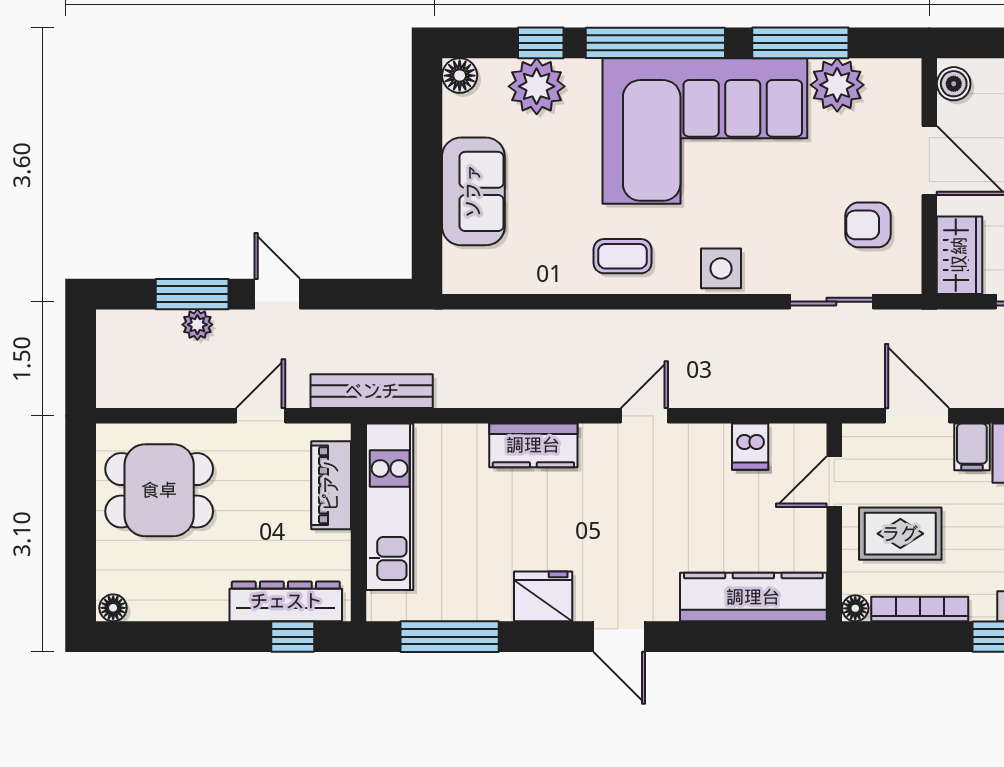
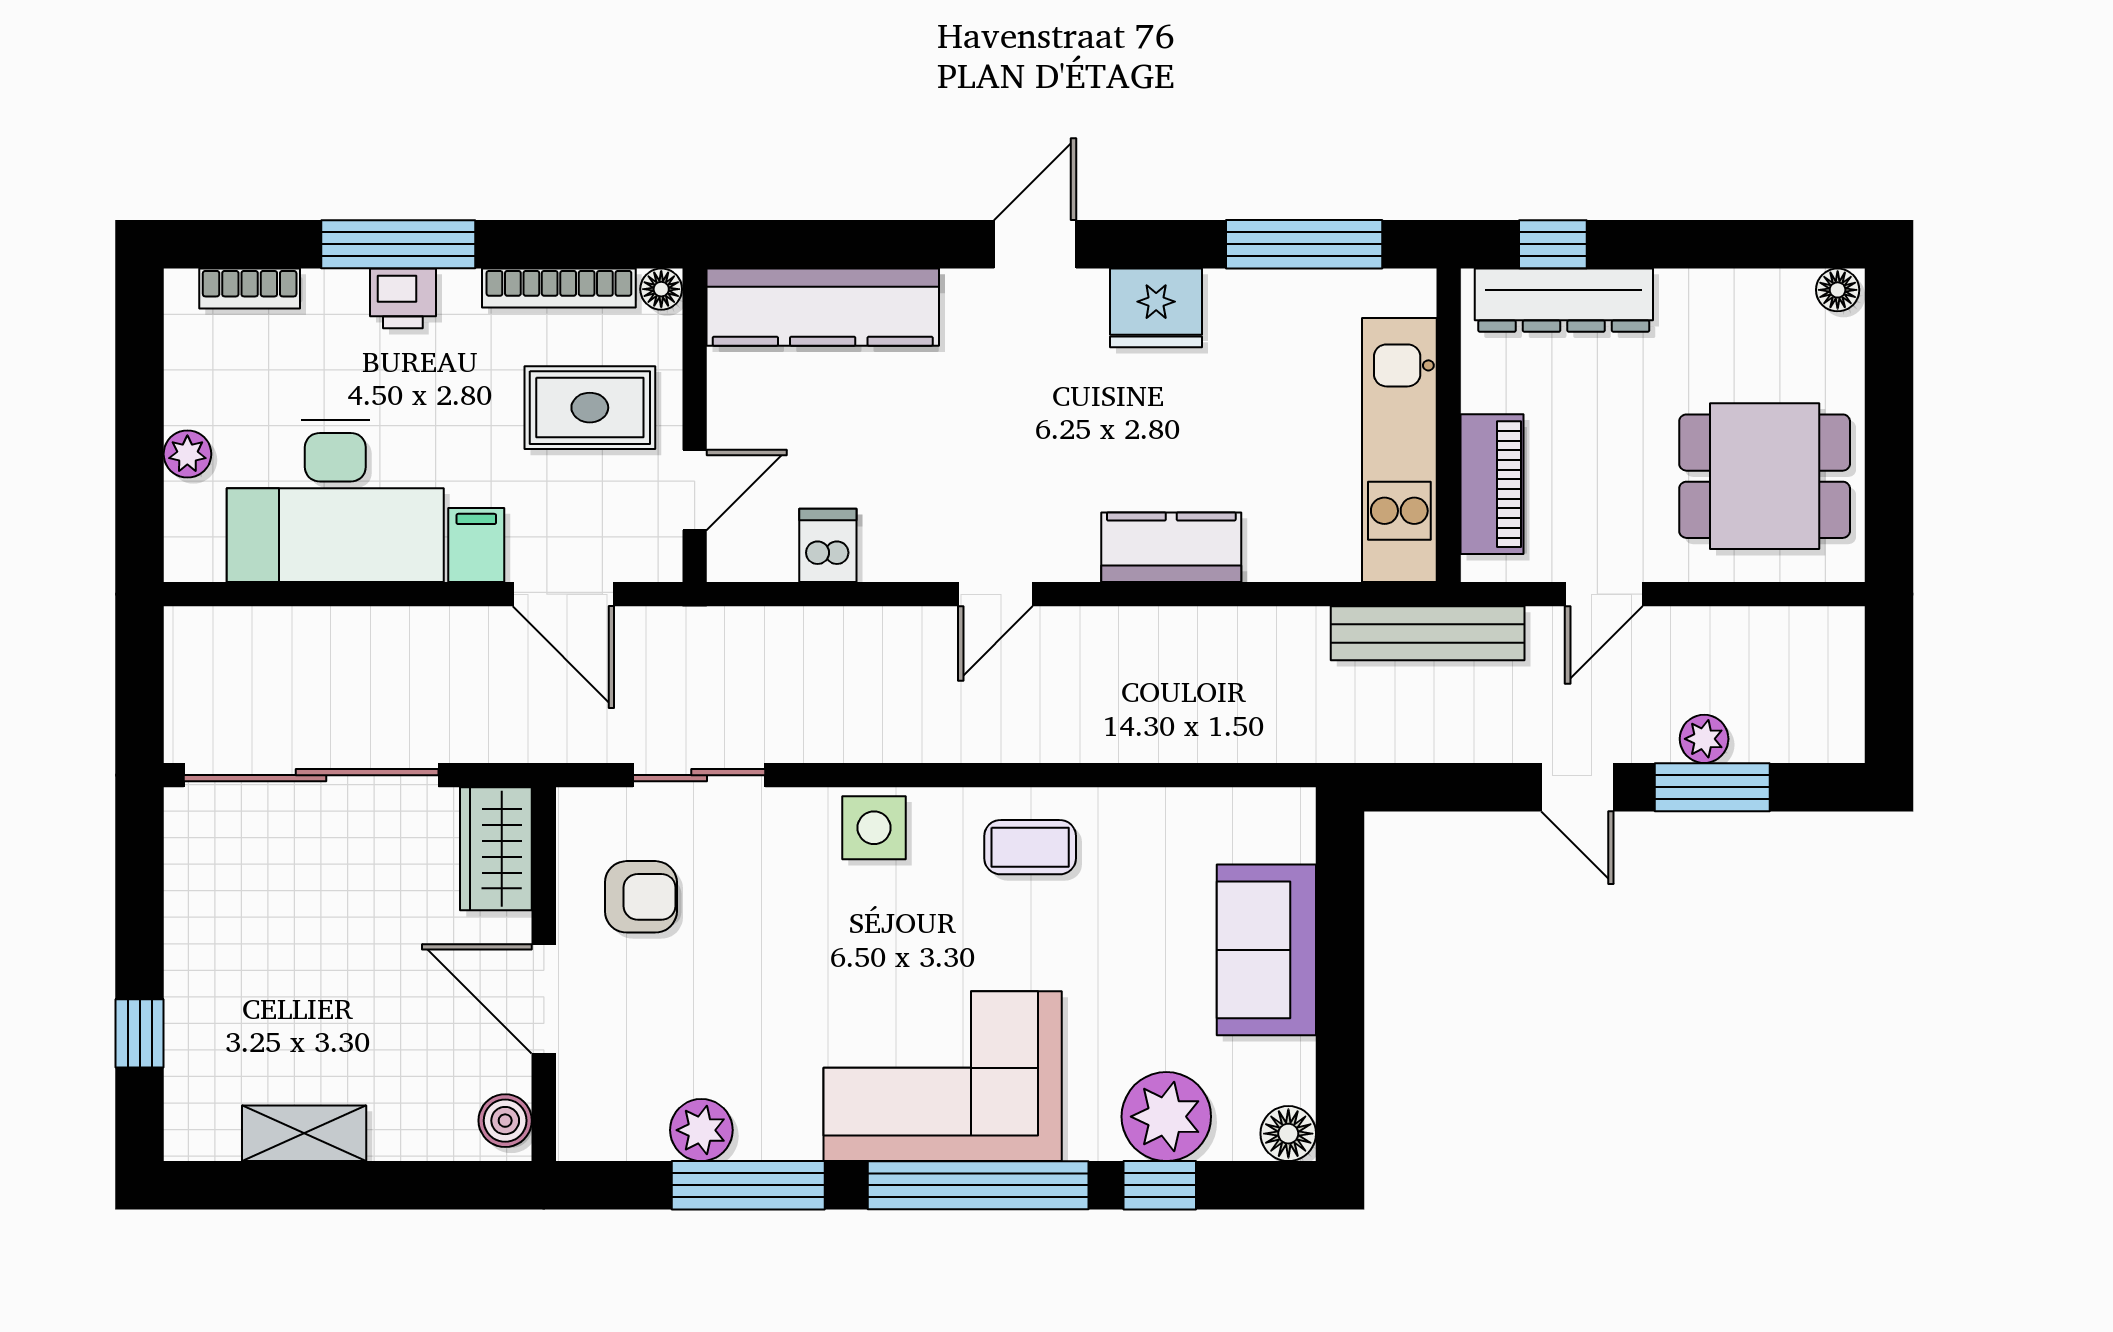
plant: (837, 85) -> (701, 1130), width x0.73, depth x0.73
corner sofa: (705, 131) -> (943, 1076), width x0.73, depth x0.74
door: (619, 637) -> (1035, 244), hinge flipped

